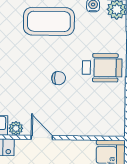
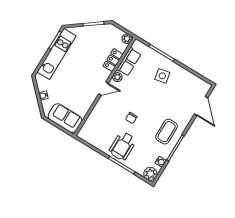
coffee table: (49, 21) -> (167, 132), width x0.73, depth x0.76

